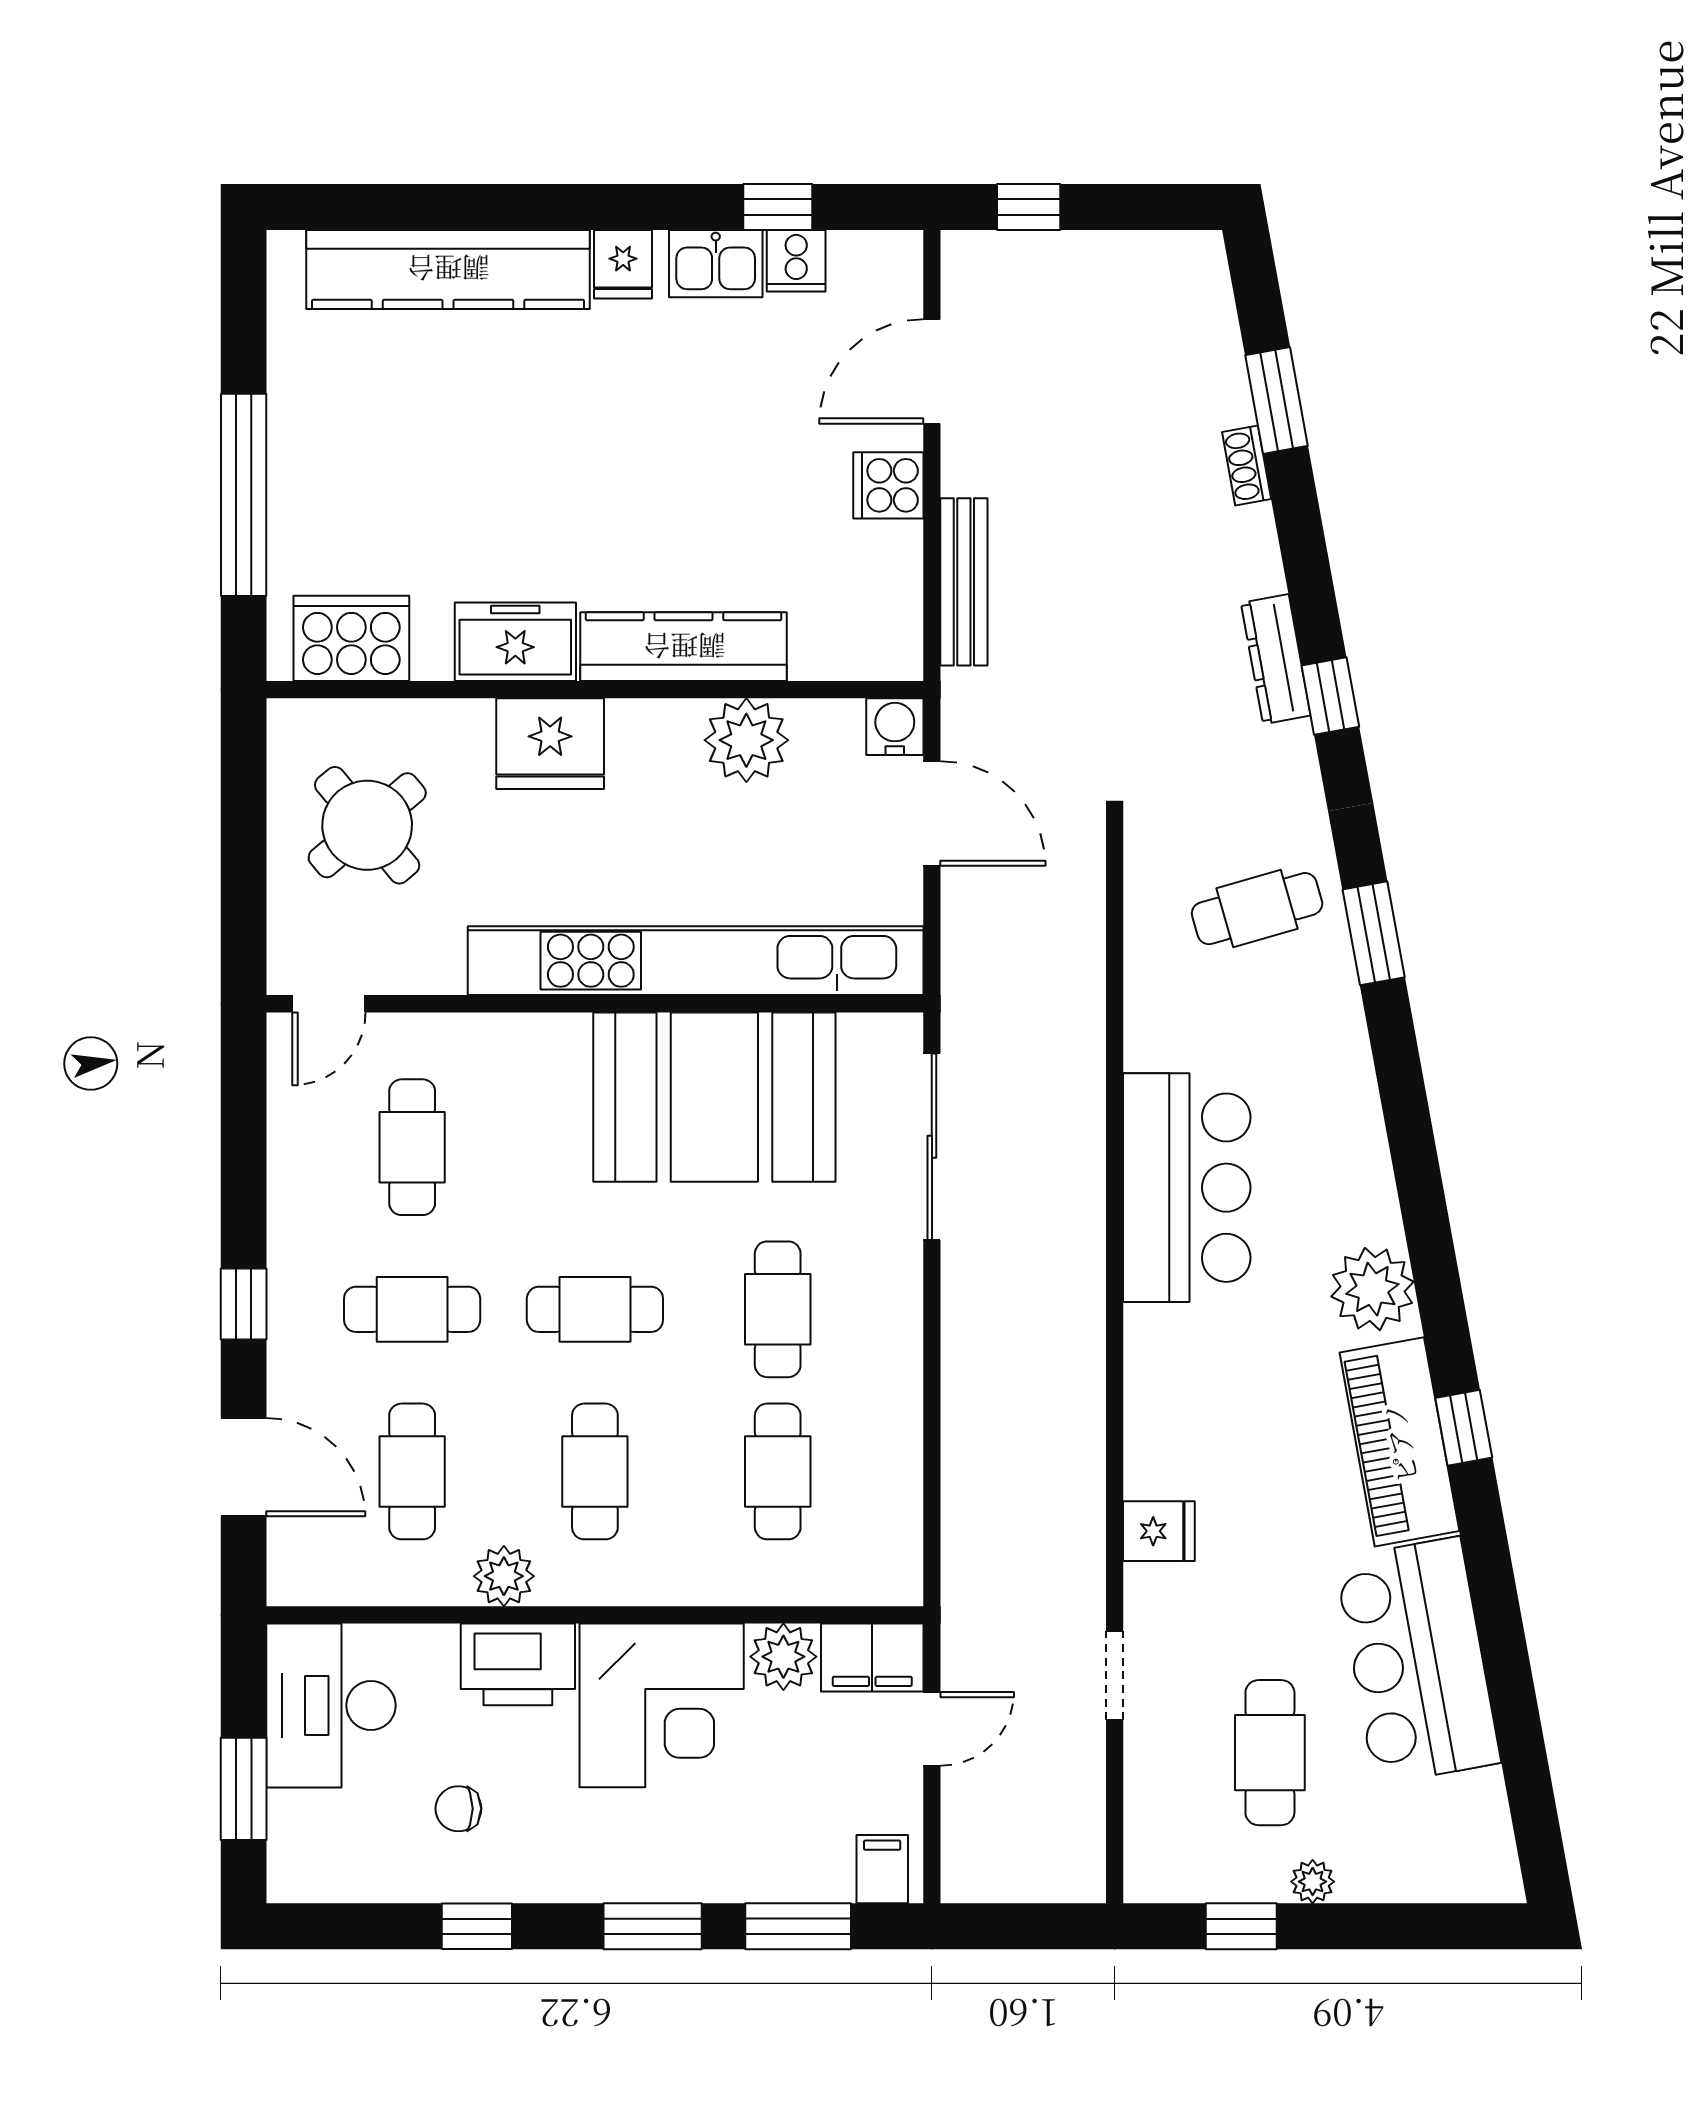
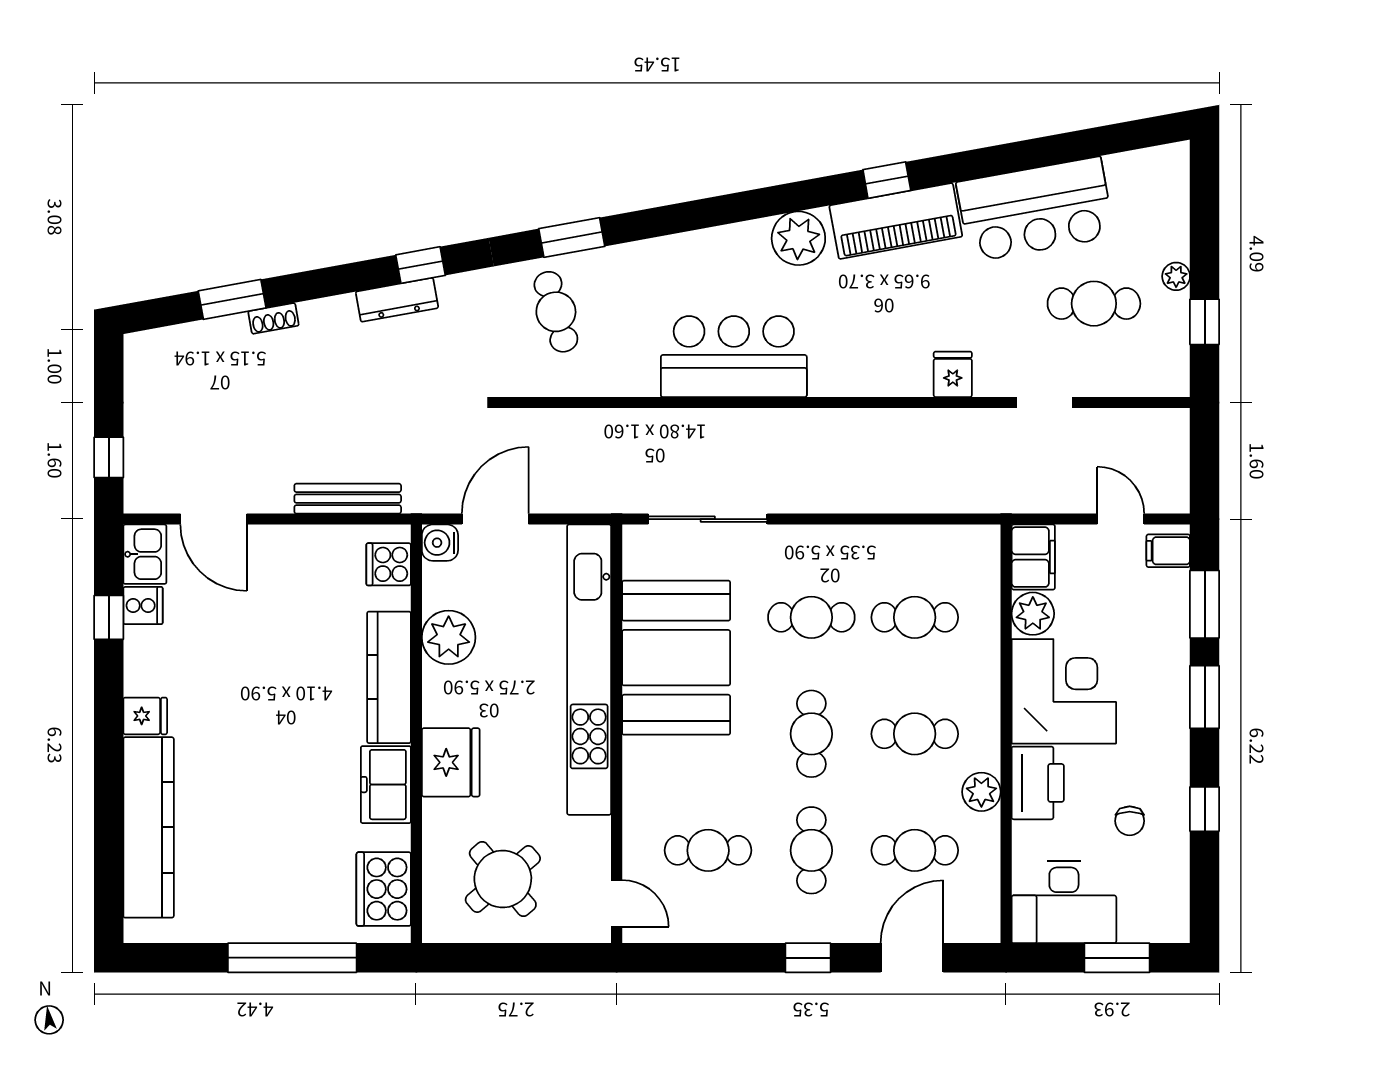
kitchen sink: (716, 264) -> (145, 554), moved
cooker: (888, 485) -> (389, 564), moved, turned 90
door: (932, 1729) -> (1121, 519), moved

